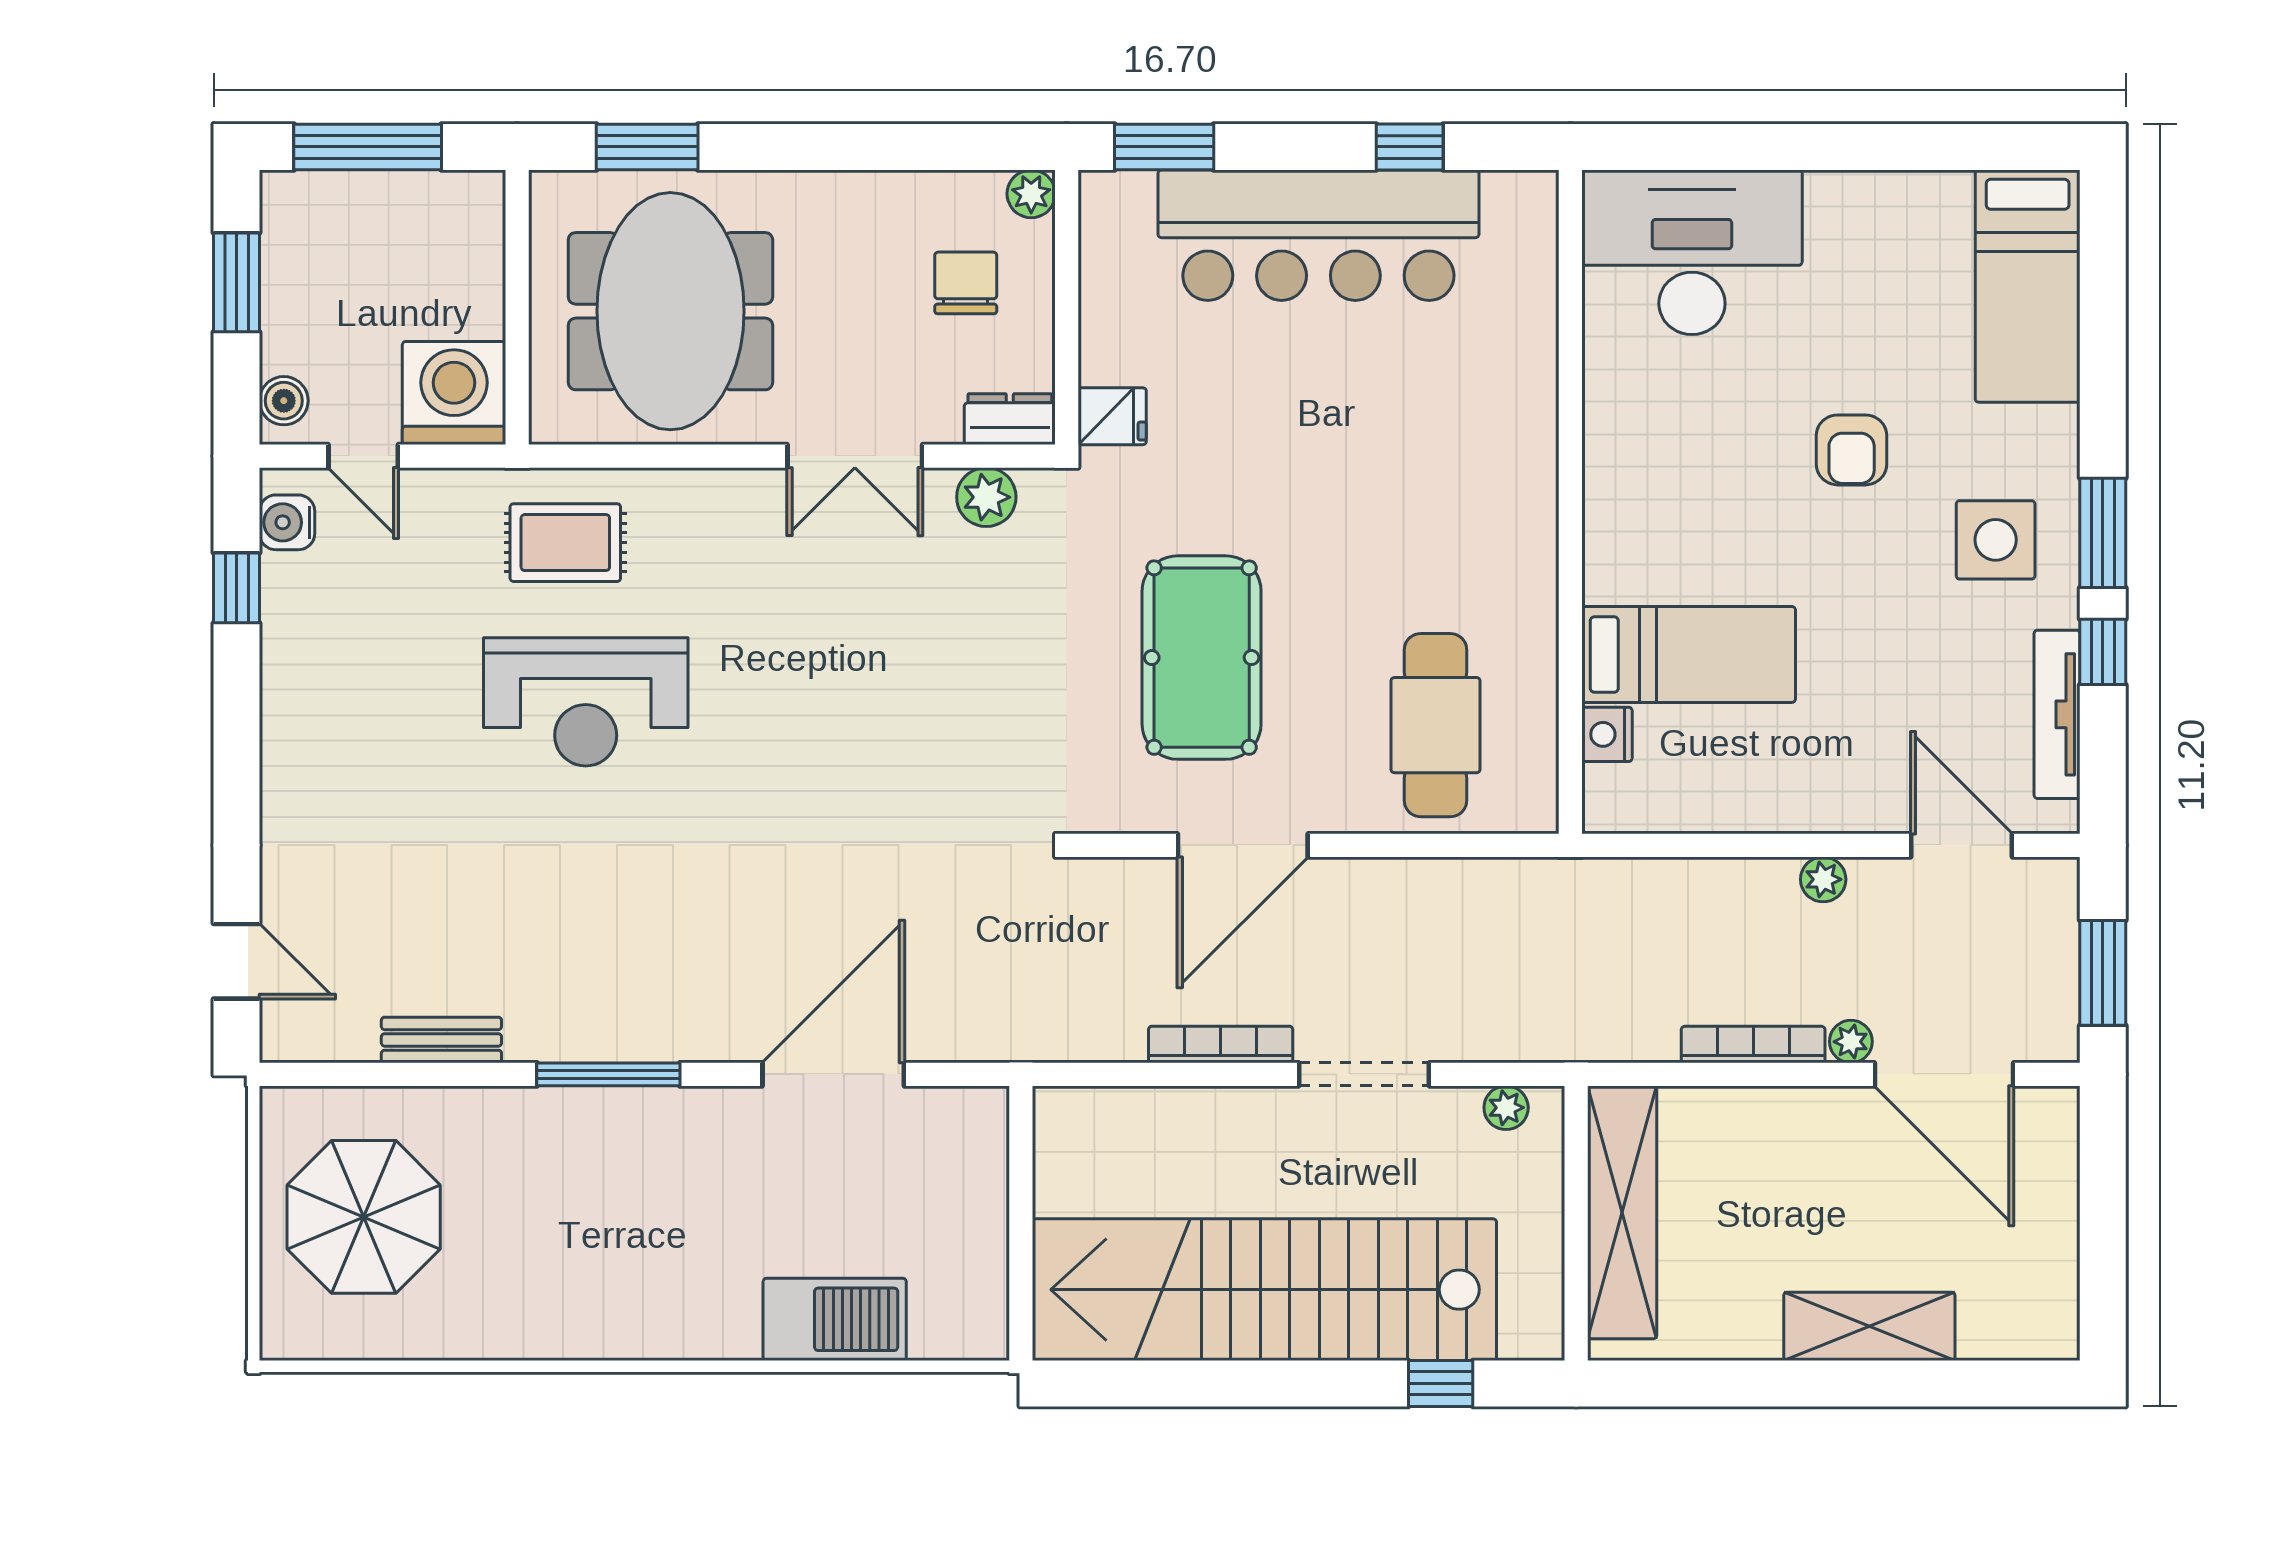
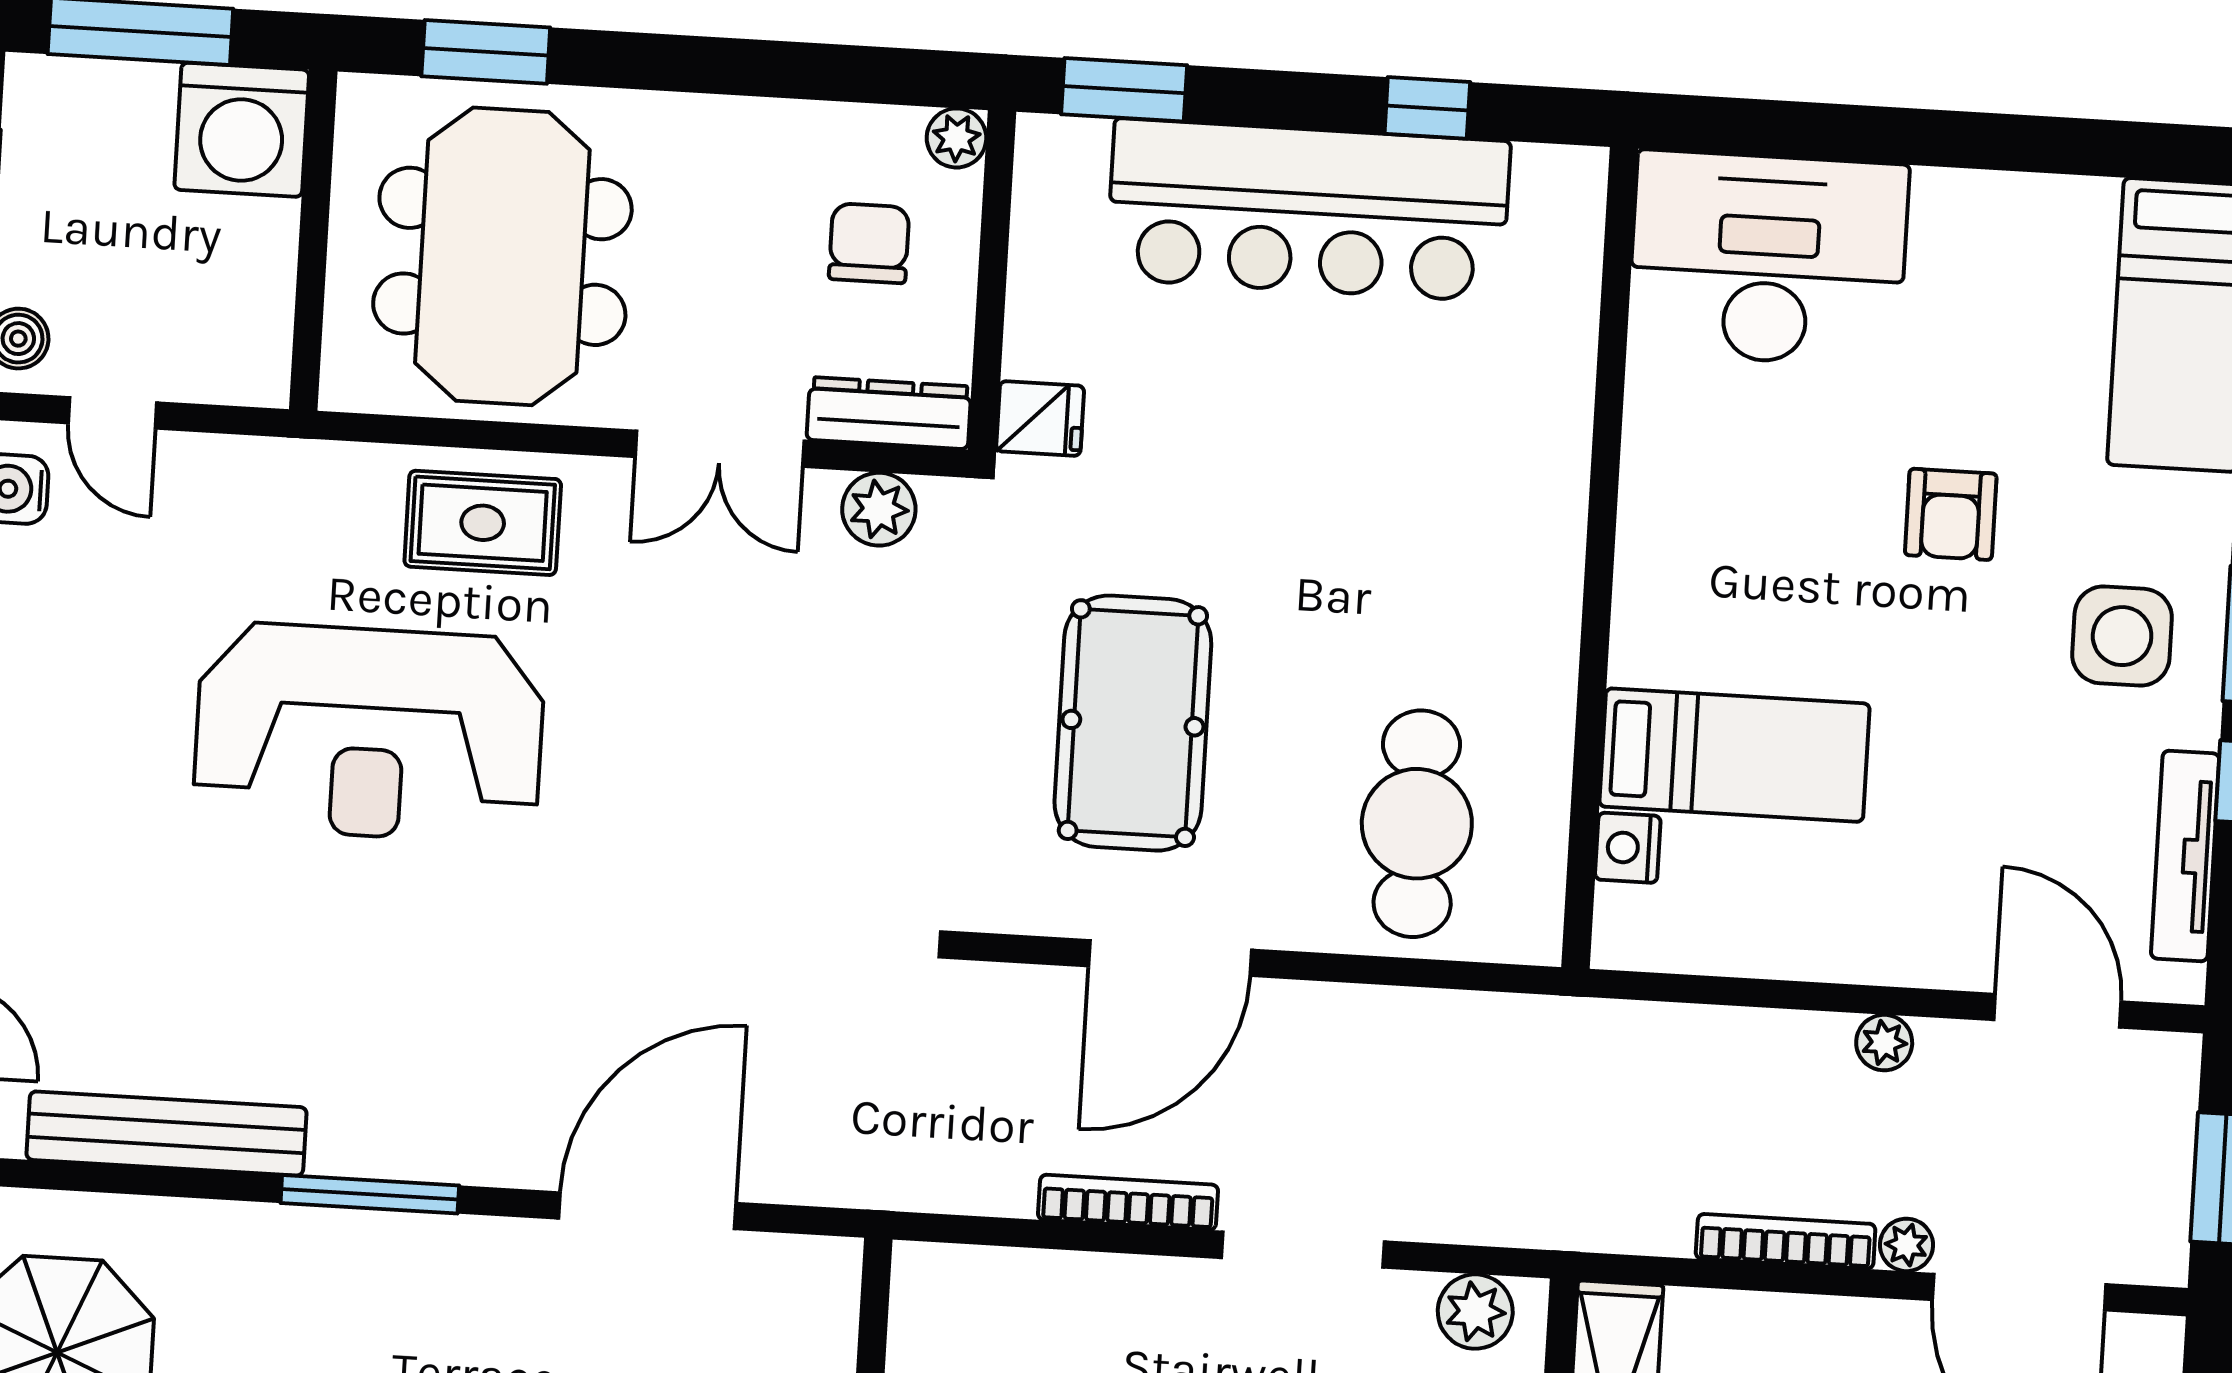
washing machine: (454, 393) -> (242, 130), moved, turned 180
dresser: (1010, 419) -> (889, 413), width x1.44
rug: (565, 543) -> (483, 523), moved
reception desk: (586, 702) -> (369, 733), width x1.36, depth x1.30
bench: (441, 1040) -> (167, 1133), width x1.86, depth x1.21
plant: (1506, 1108) -> (1475, 1312), width x1.38, depth x1.38

